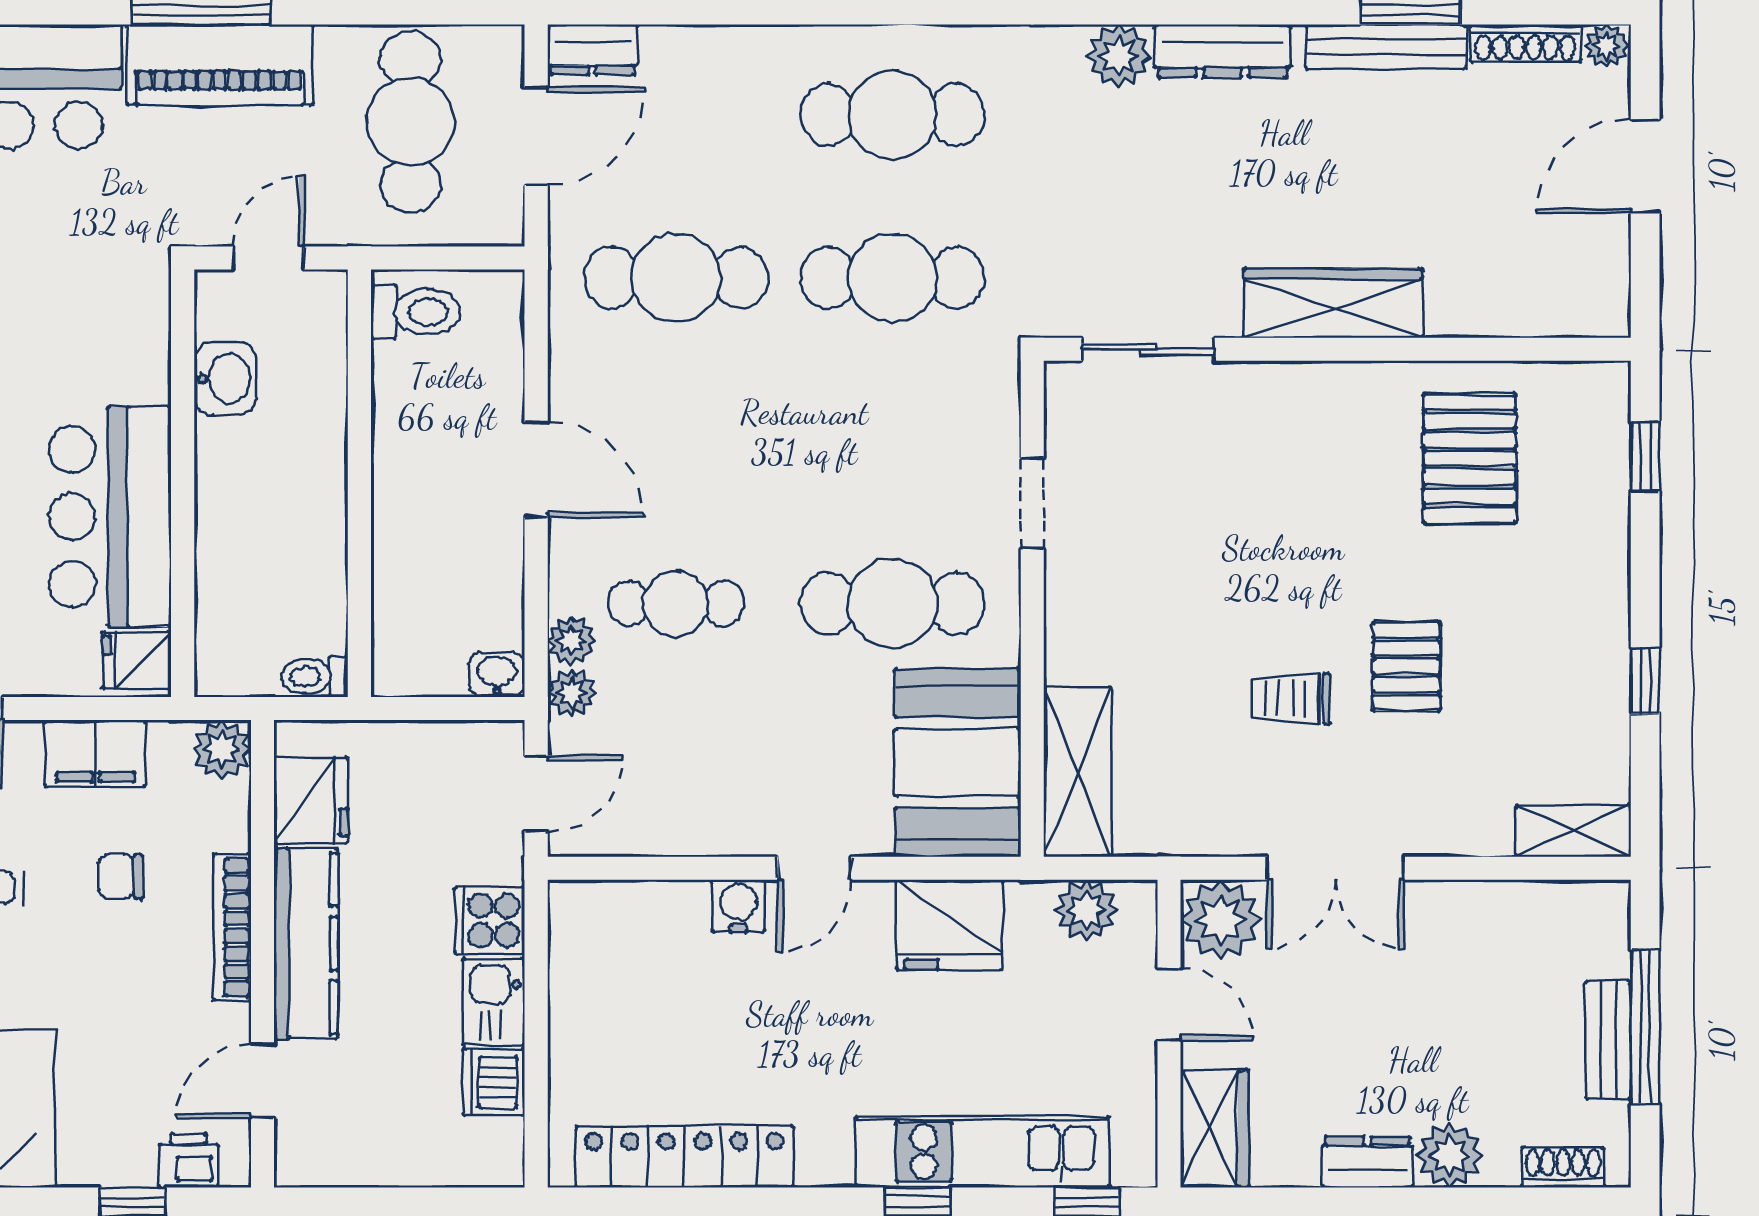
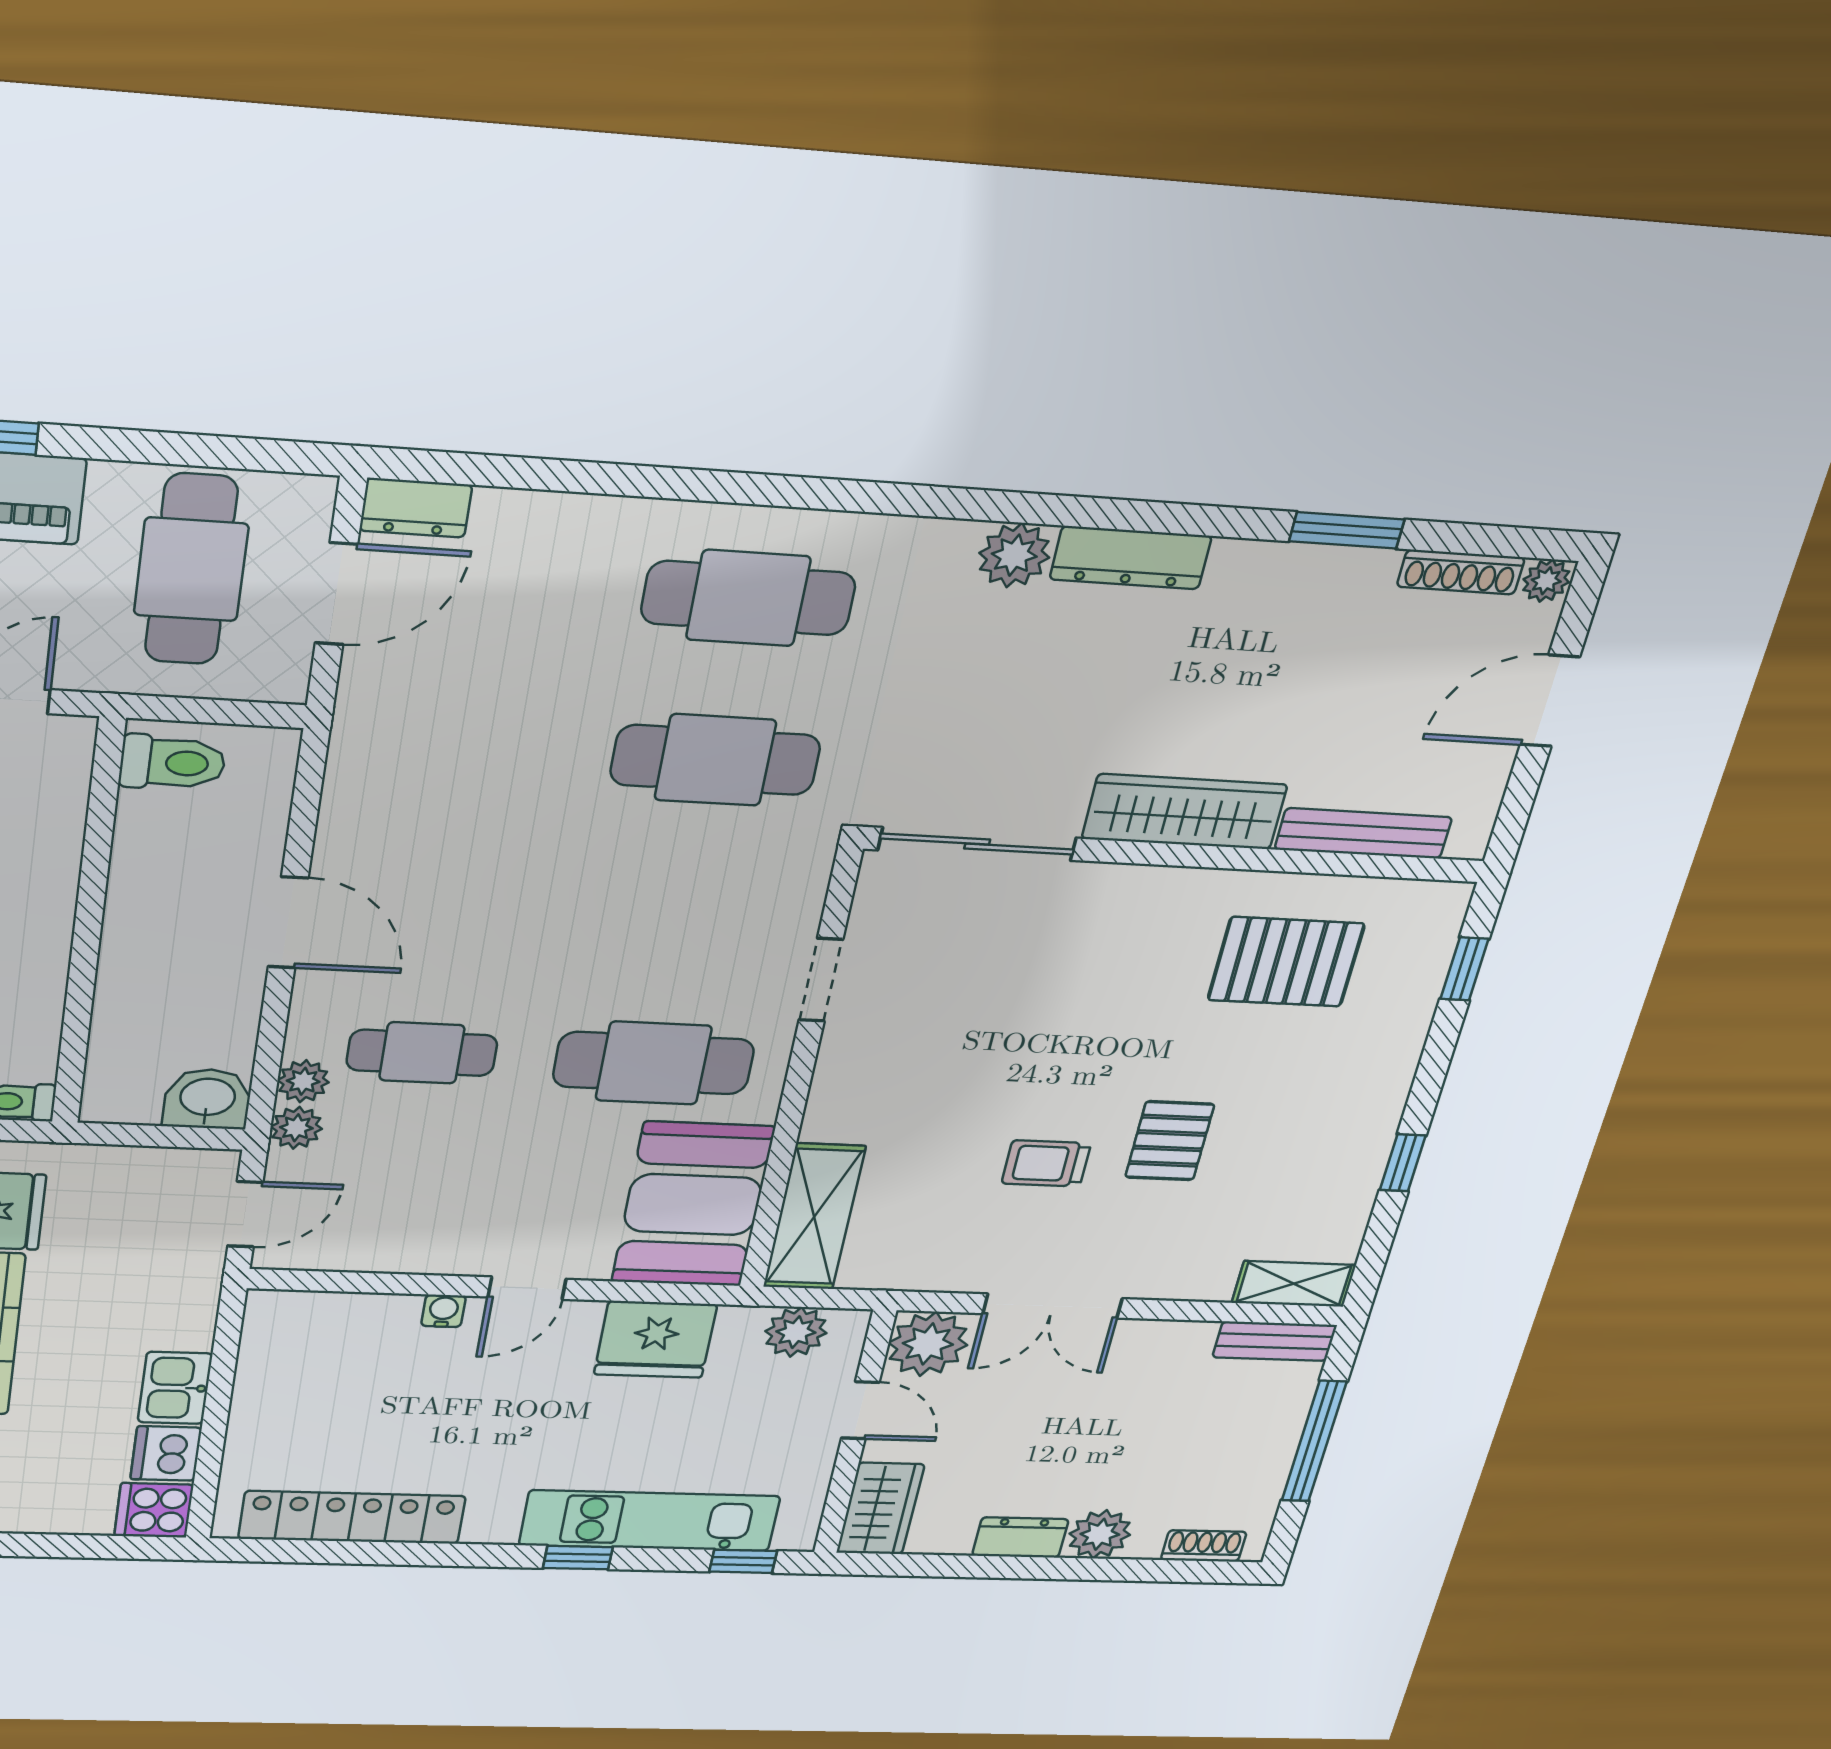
bench: (1386, 47) -> (1363, 833), moved
cafe table: (676, 278) -> (474, 746), removed
sliding door: (1148, 349) -> (977, 844), width x1.37
pallet: (1470, 459) -> (1286, 962), turned 90
washbasin: (497, 675) -> (207, 1099), width x1.38, depth x1.45
water cooler: (738, 906) -> (443, 1311), width x0.72, depth x0.72
cooker: (490, 921) -> (154, 1510), moved
bench: (1608, 1040) -> (1275, 1341), moved, turned 90

